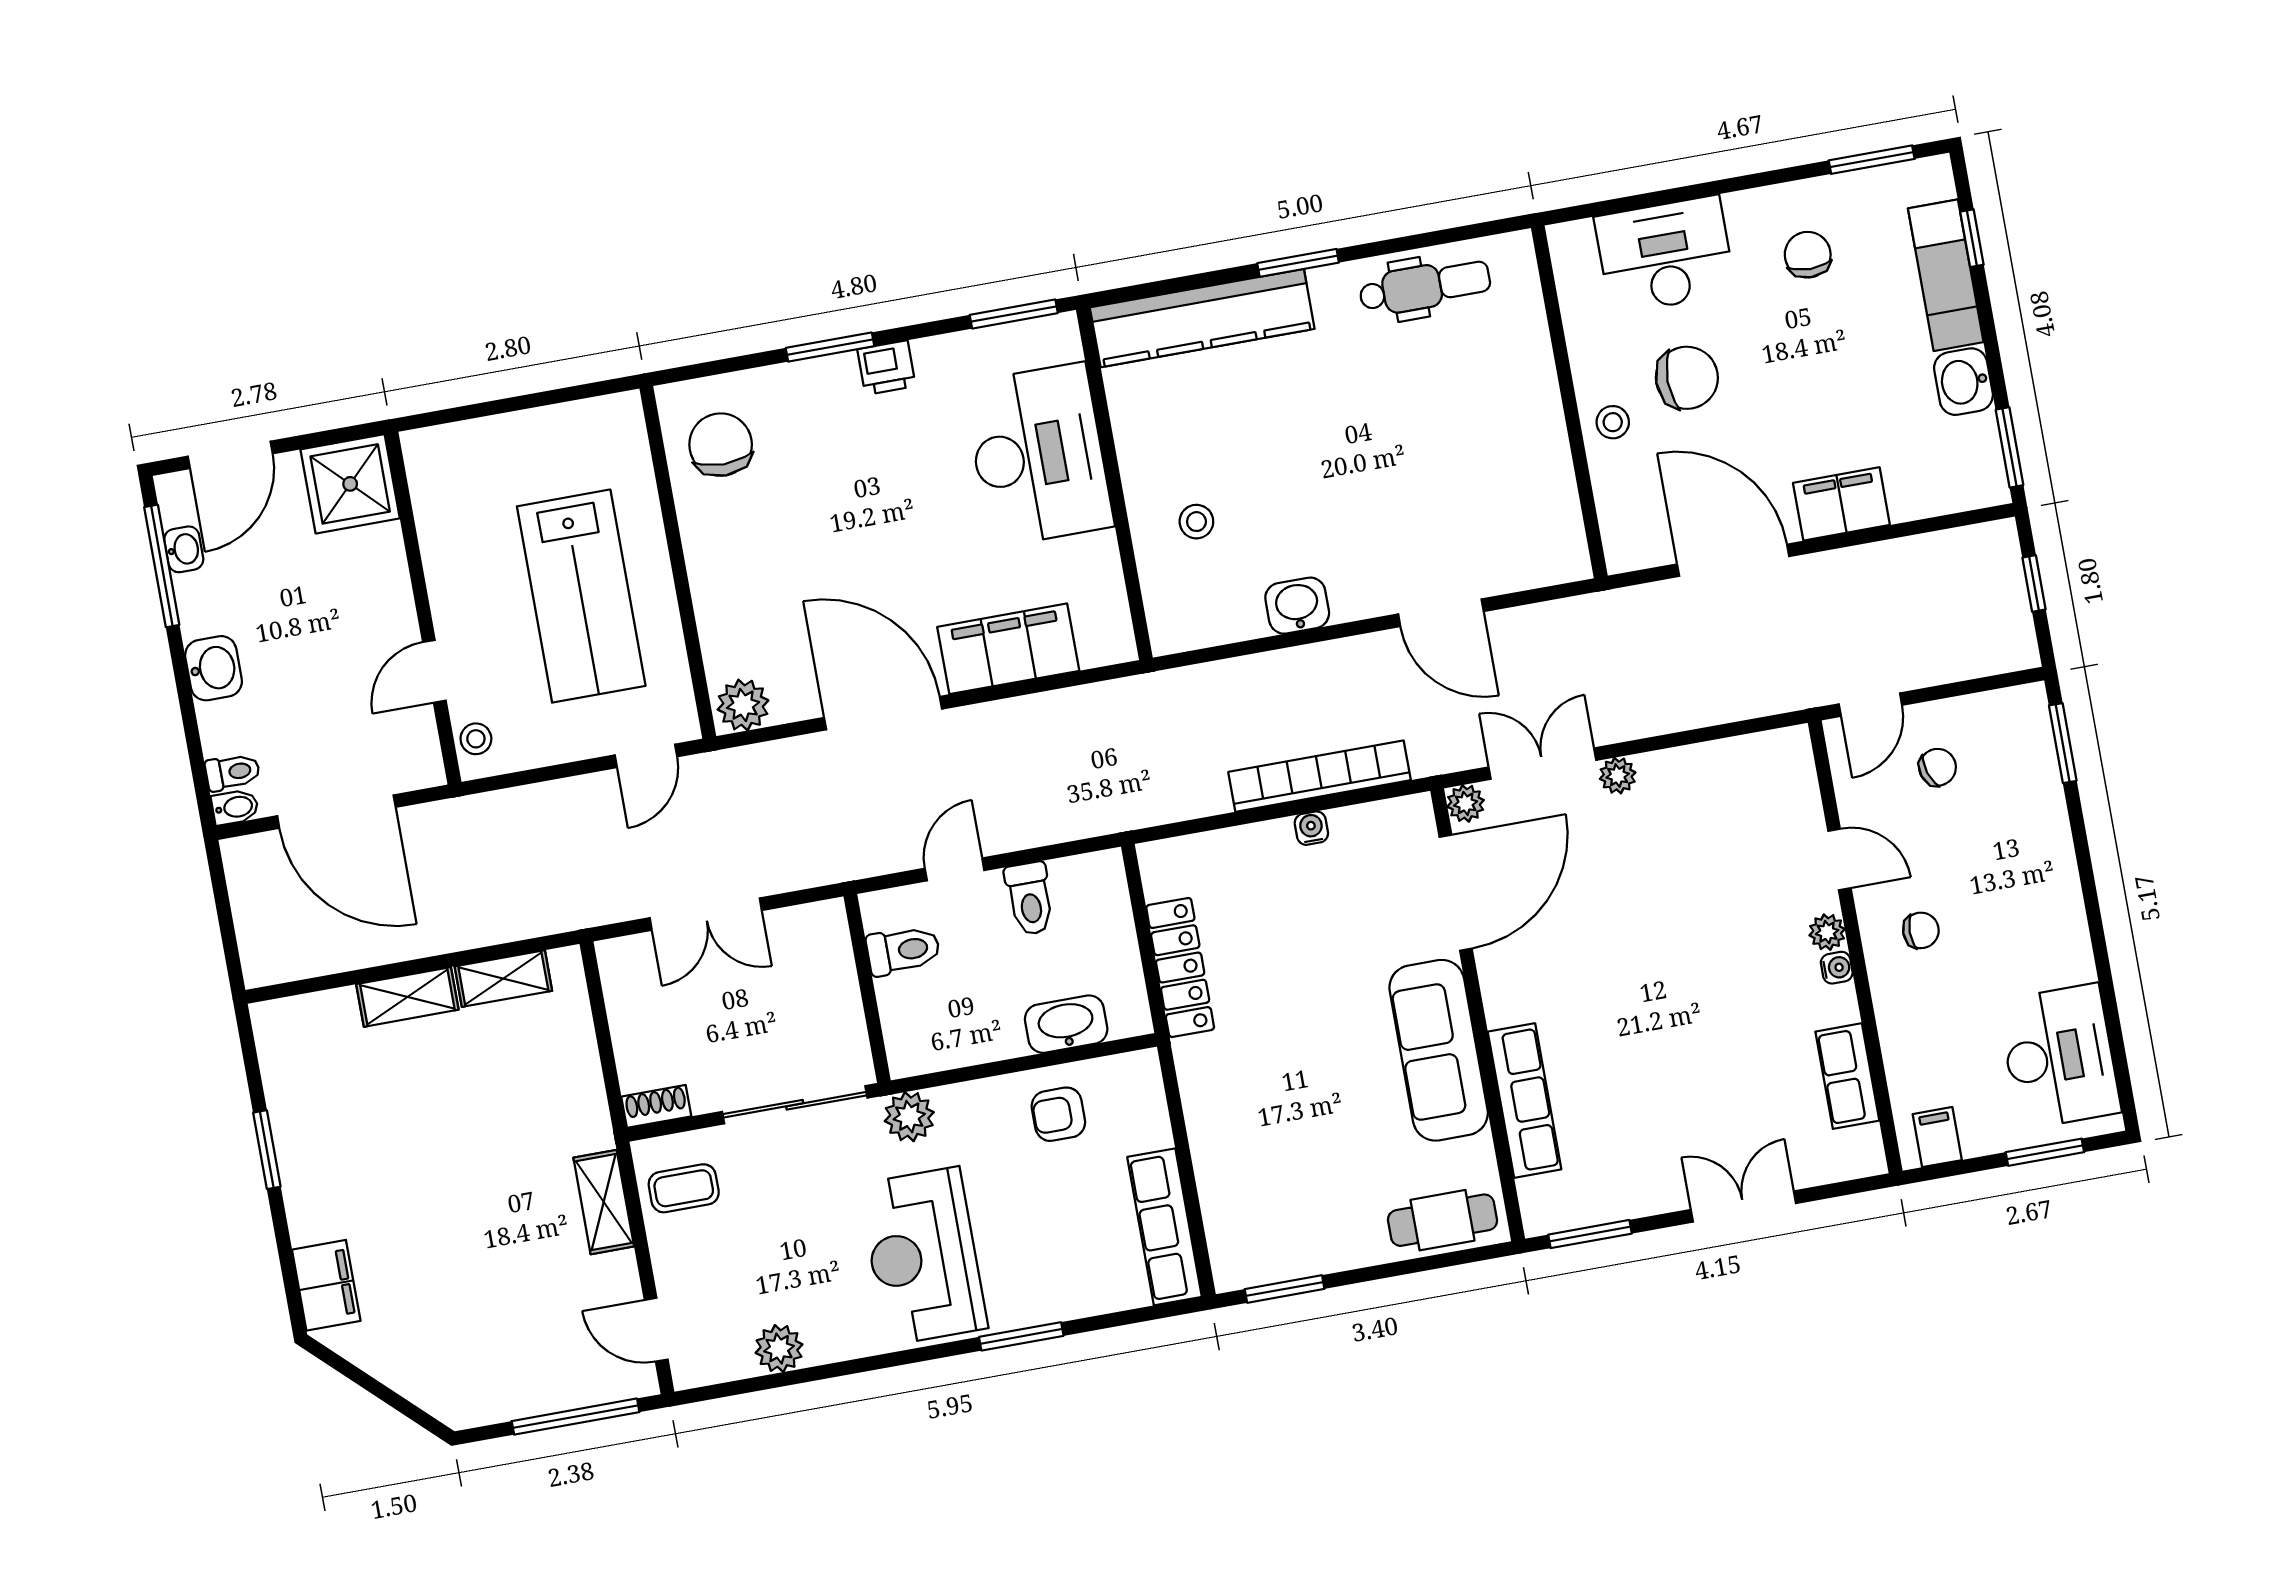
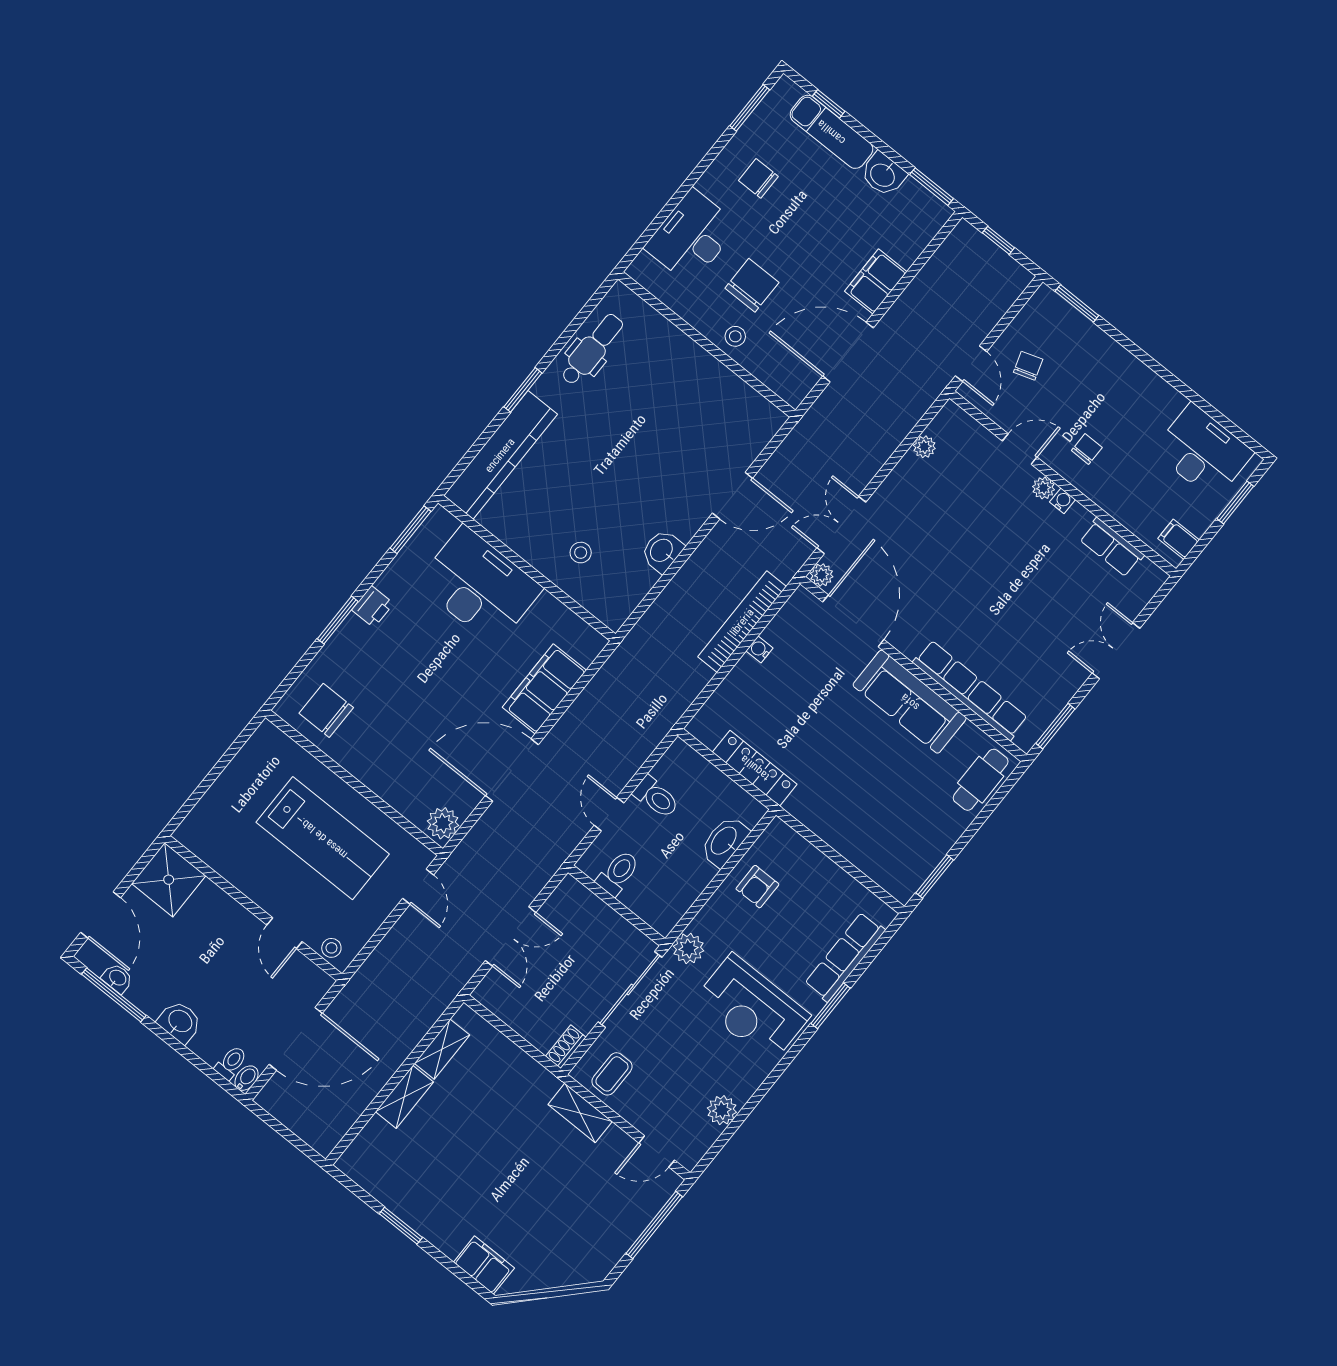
plant: (1618, 776) -> (924, 447), moved
row of seats: (1525, 1101) -> (970, 690), width x1.36
row of seats: (1165, 1227) -> (845, 957), moved, turned 90

